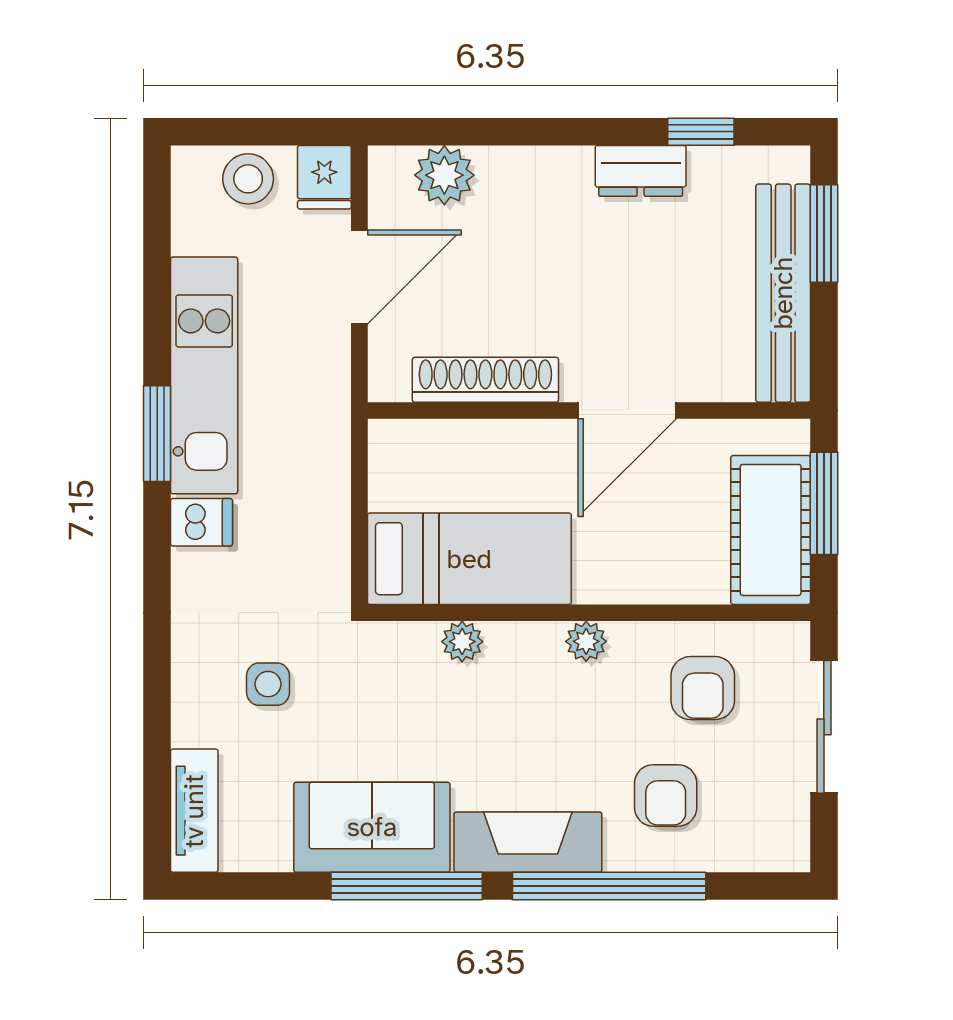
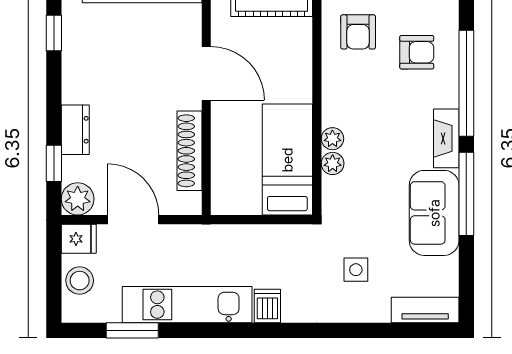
window: (462, 132) -> (54, 163), added
dresser: (641, 171) -> (75, 130), moved
plant: (444, 175) -> (78, 199), moved
window: (157, 434) -> (132, 330), moved
plant: (586, 641) -> (332, 139), moved
armchair: (703, 688) -> (358, 32), turned 90
fireplace: (528, 842) -> (446, 138), width x0.73, depth x0.76

